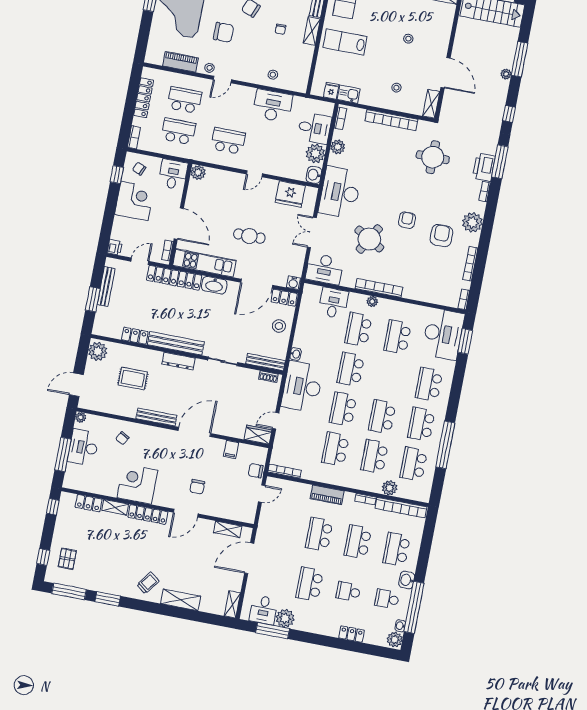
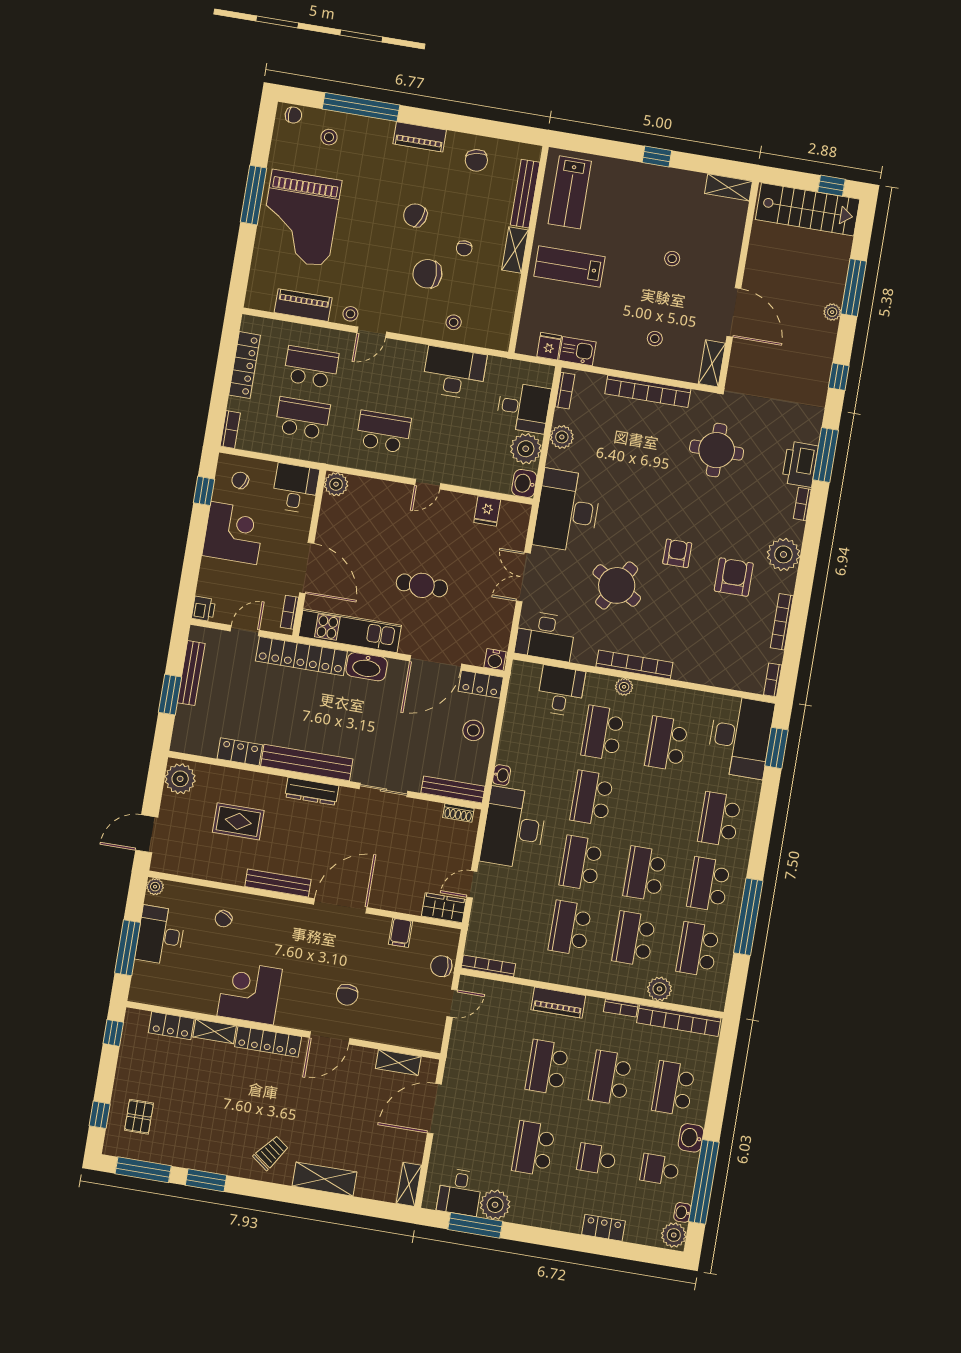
chair: (224, 32) -> (427, 274), moved, turned 180
fridge: (290, 194) -> (487, 511), width x0.53, depth x0.75

